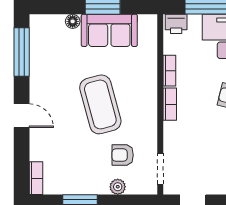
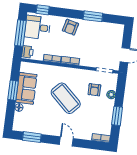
window: (22, 52) -> (32, 137), width x0.69
coffee table: (100, 104) -> (66, 98), turned 58
door: (22, 116) -> (66, 141), hinge flipped

